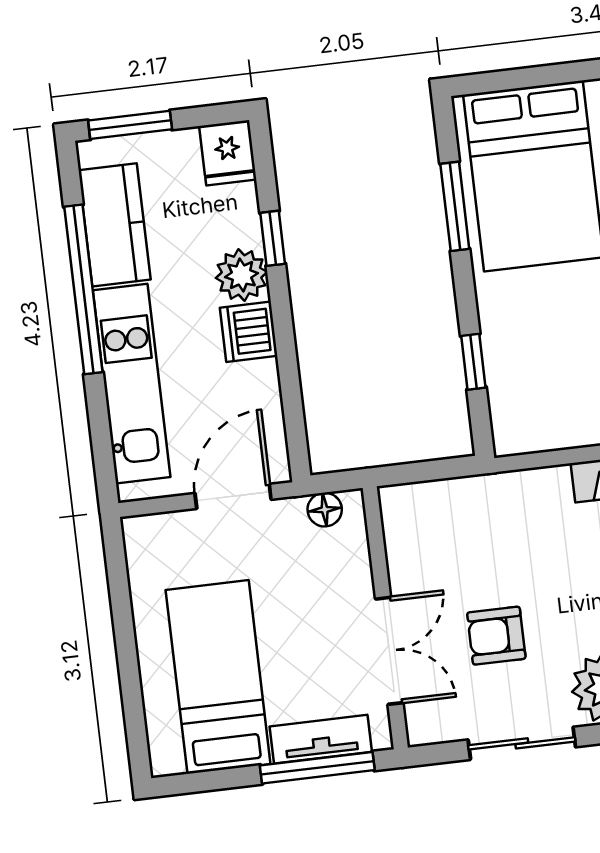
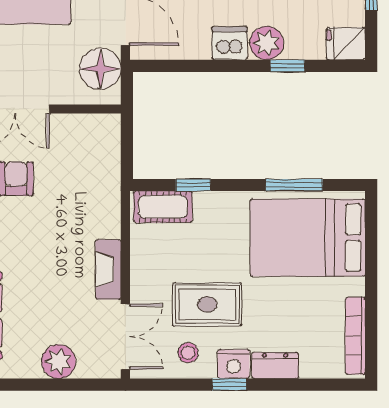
cot: (513, 405) -> (163, 207), added
floor lamp: (325, 510) -> (100, 69), width x1.89, depth x1.89

